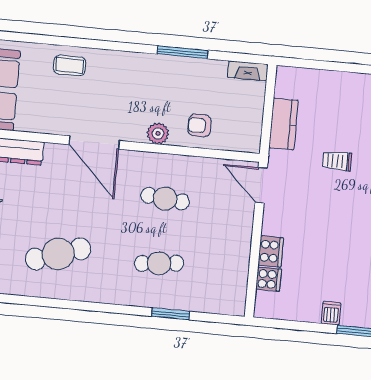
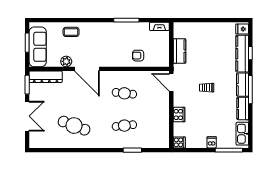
plant: (158, 133) -> (66, 61), moved
trolley: (337, 161) -> (207, 88), moved
cafe table: (58, 254) -> (74, 126), turned 39
cooker: (269, 279) -> (179, 142), moved

